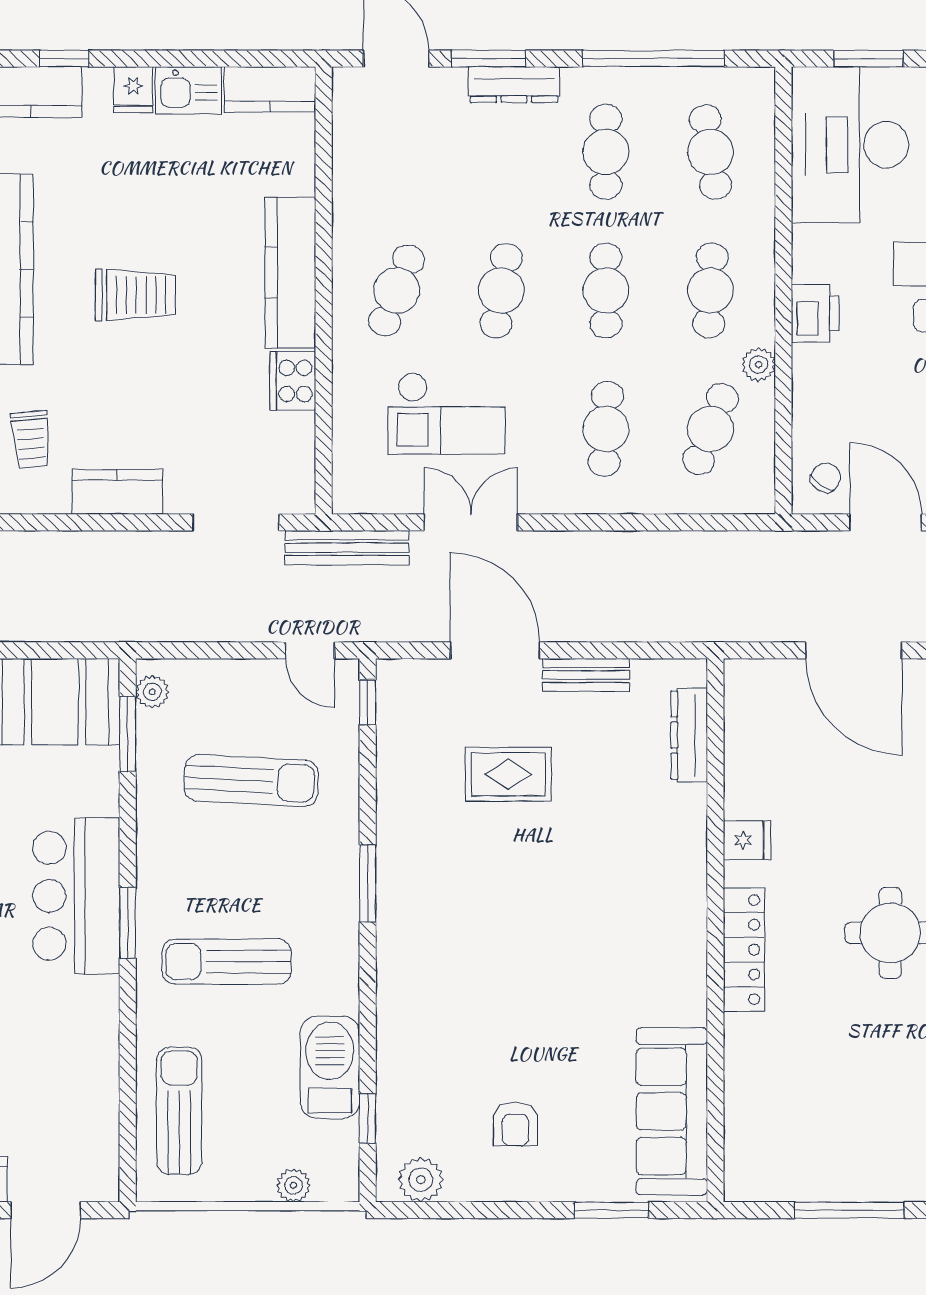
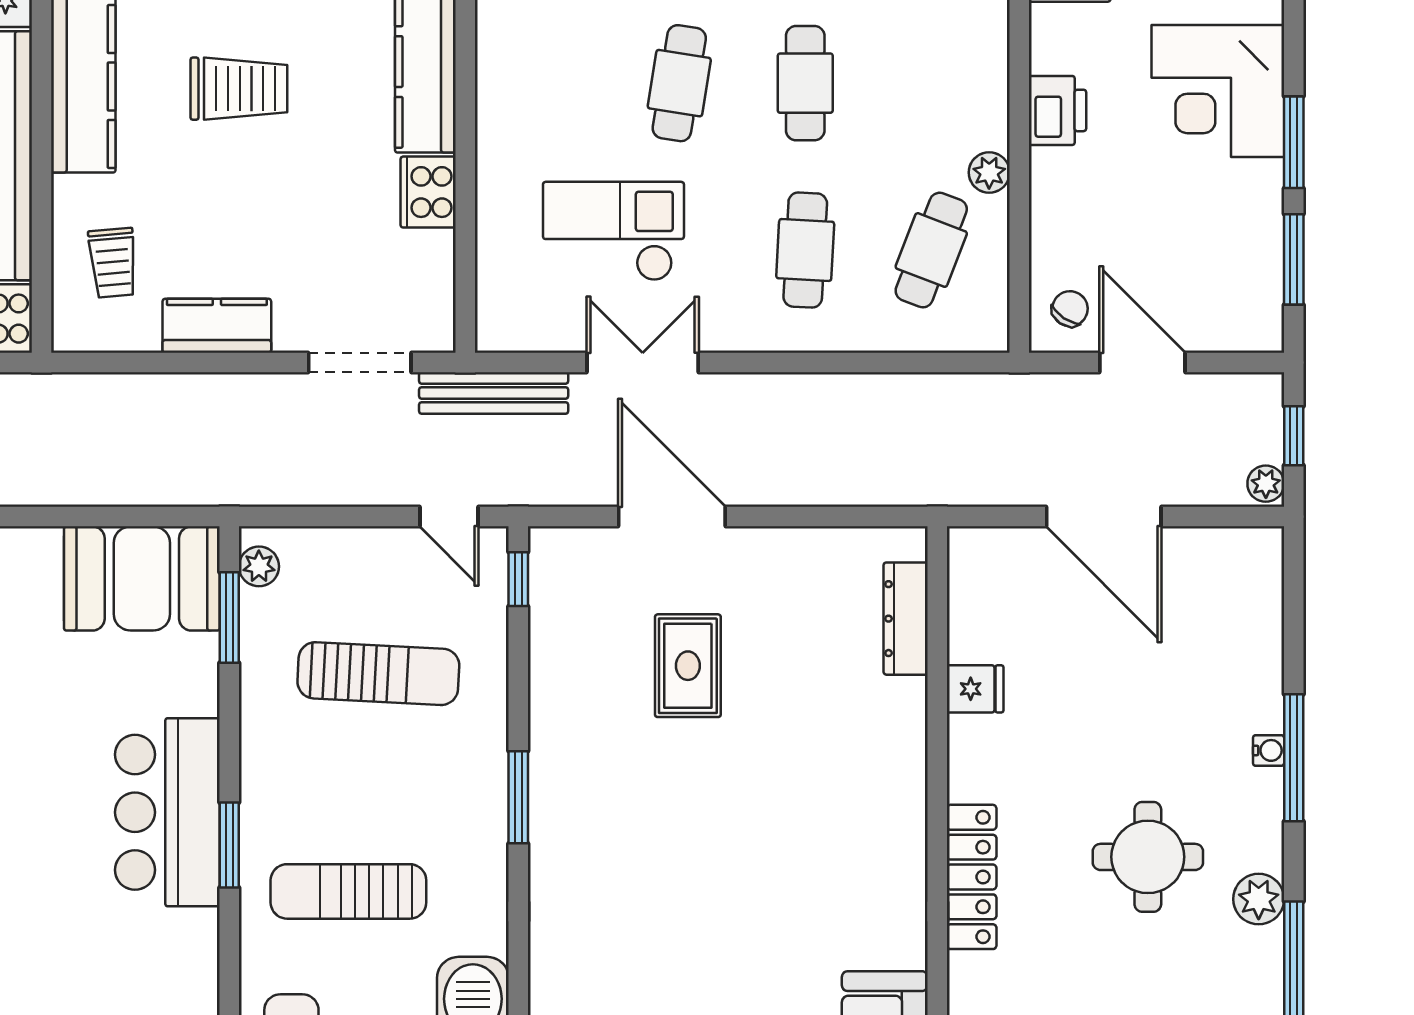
cafe table: (397, 290) -> (553, 83), removed
cafe table: (710, 290) -> (931, 83), removed
checkout: (447, 413) -> (613, 231), turned 180
bench: (586, 675) -> (781, 546), removed
rug: (508, 774) -> (688, 666), turned 90
fridge: (747, 840) -> (975, 689), moved

